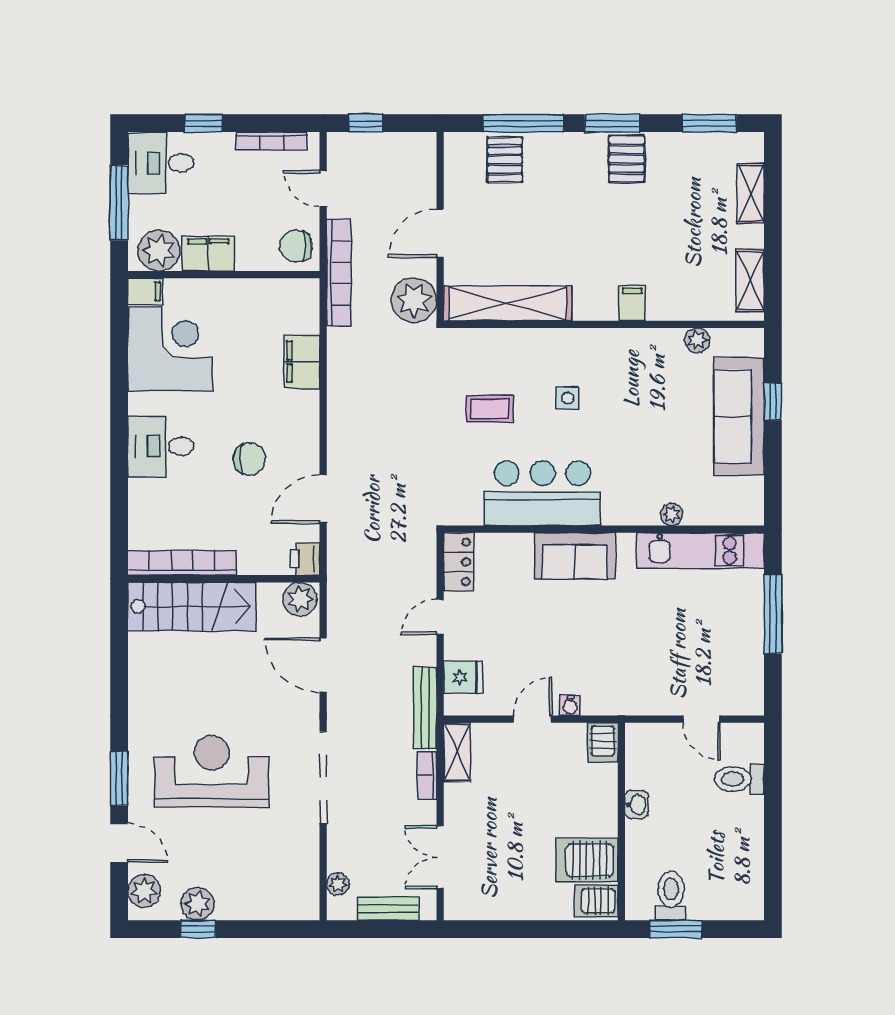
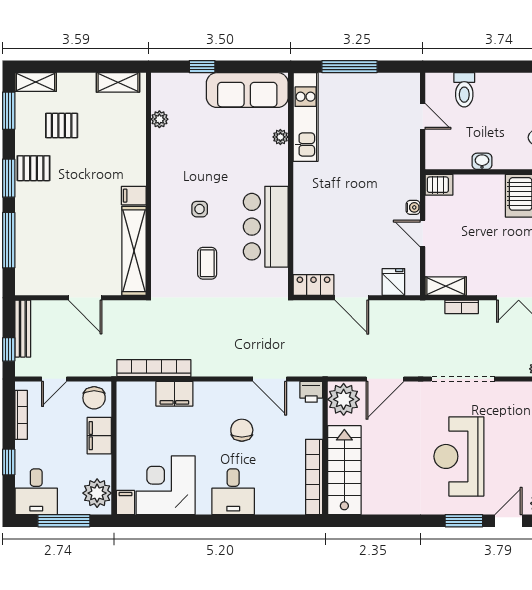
pallet: (505, 160) -> (62, 125), moved
shelving: (751, 193) -> (36, 82), moved
filing cabinet: (208, 254) -> (99, 436), moved
bookcase: (339, 273) -> (154, 368), moved
plant: (414, 300) -> (132, 316), removed
filing cabinet: (632, 303) -> (134, 196), moved
sofa: (739, 417) -> (247, 90), moved
sofa: (575, 556) -> (309, 204), removed
plant: (300, 599) -> (344, 399), width x1.36, depth x1.36
door: (440, 617) -> (352, 298), width x1.38
bench: (425, 708) -> (23, 329), moved, turned 90
door: (701, 719) -> (423, 116), hinge flipped

